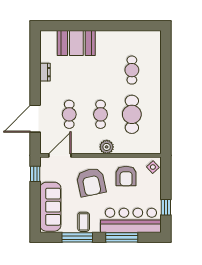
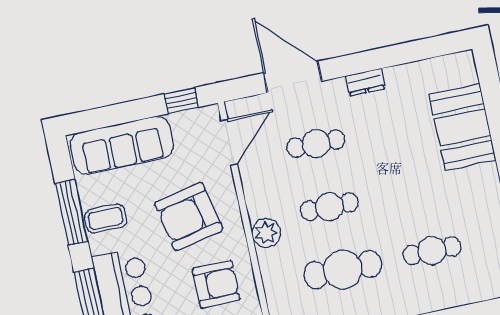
dresser: (45, 72) -> (365, 82), moved
door: (60, 155) -> (229, 142), hinge flipped
armchair: (126, 176) -> (216, 284), turned 180

